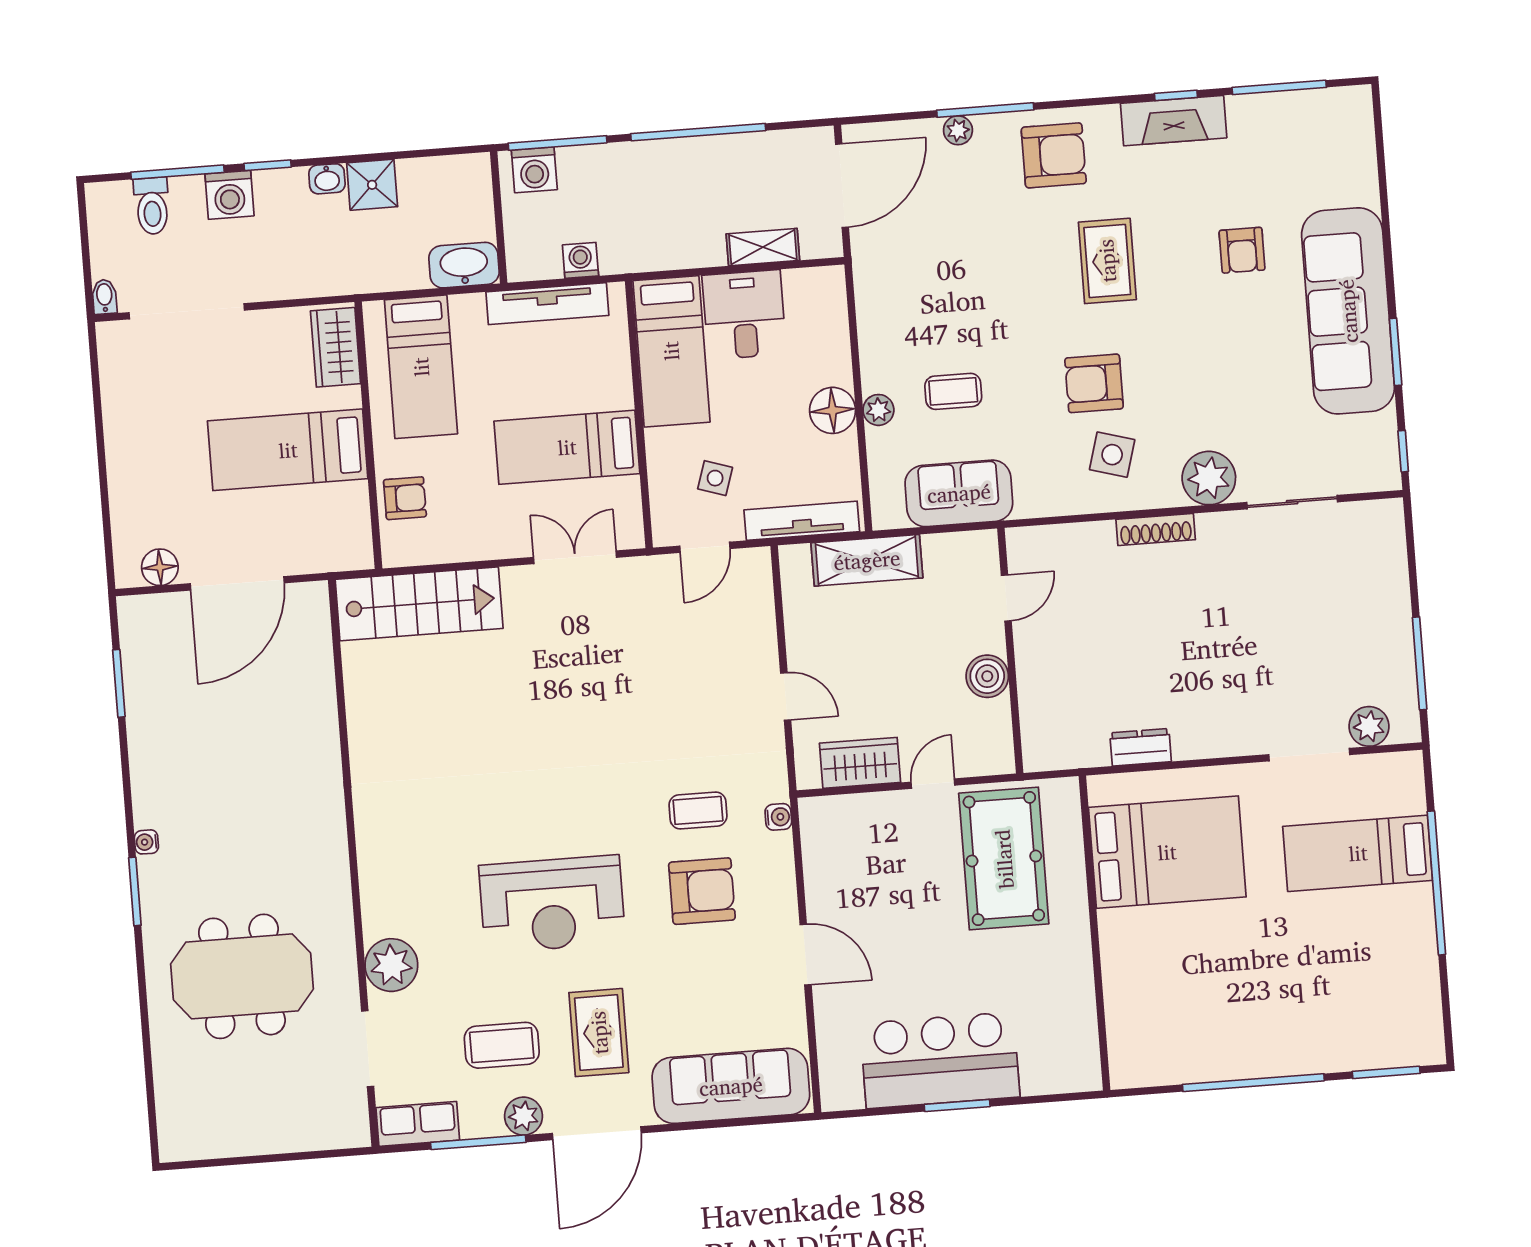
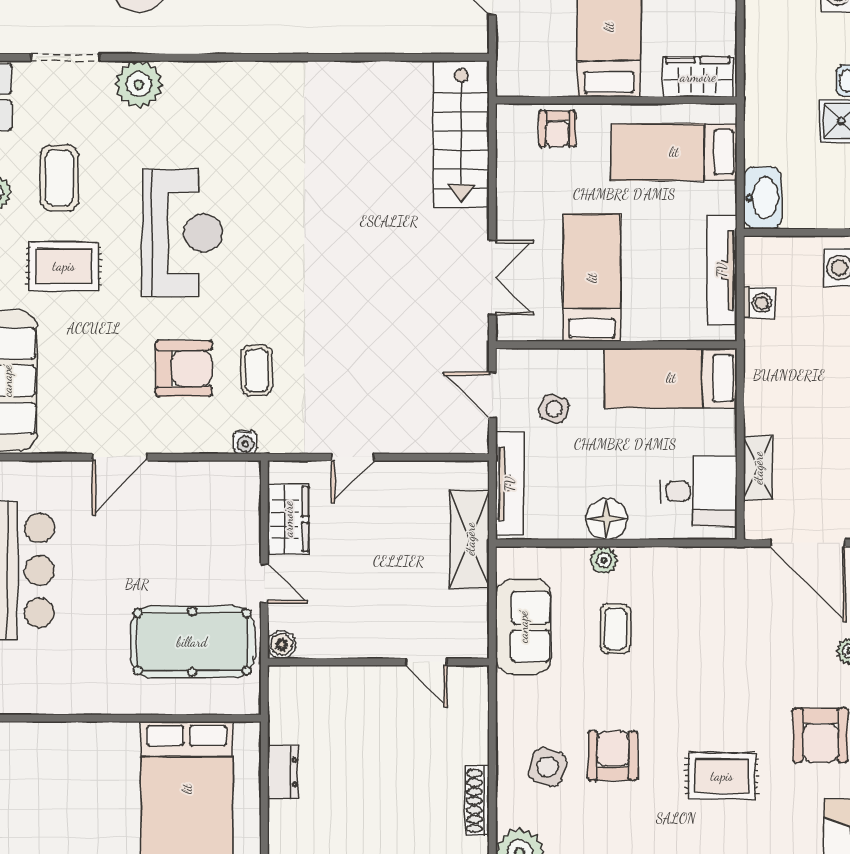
desk: (744, 315) -> (699, 491), moved
boiler: (987, 676) -> (282, 645), moved, width x0.73, depth x0.73
armchair: (702, 891) -> (184, 368), turned -90
reception desk: (552, 904) -> (182, 233), turned 180

